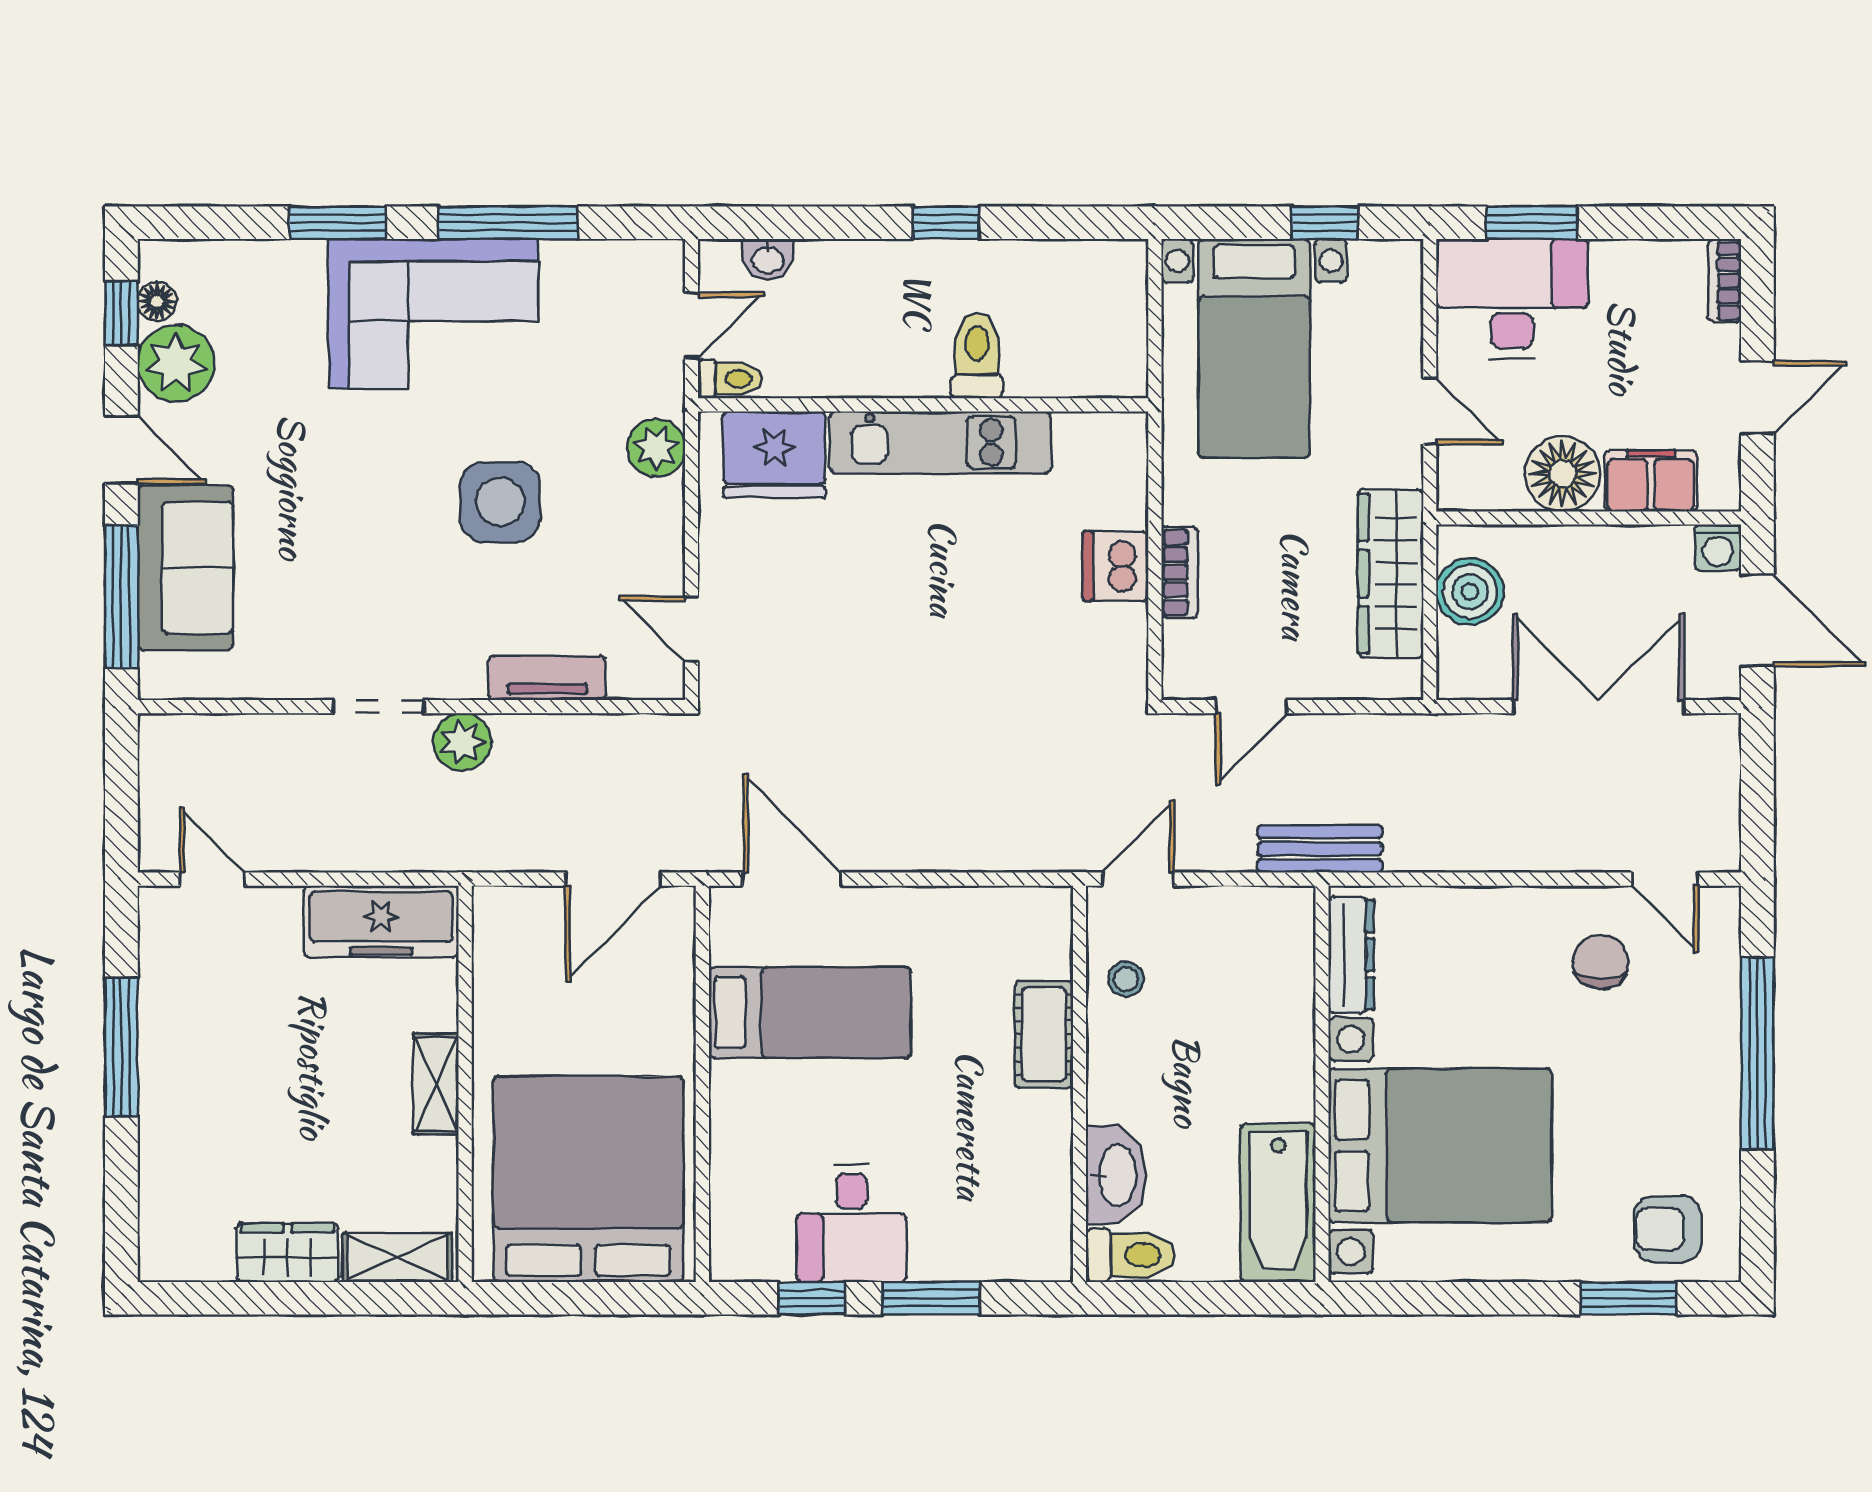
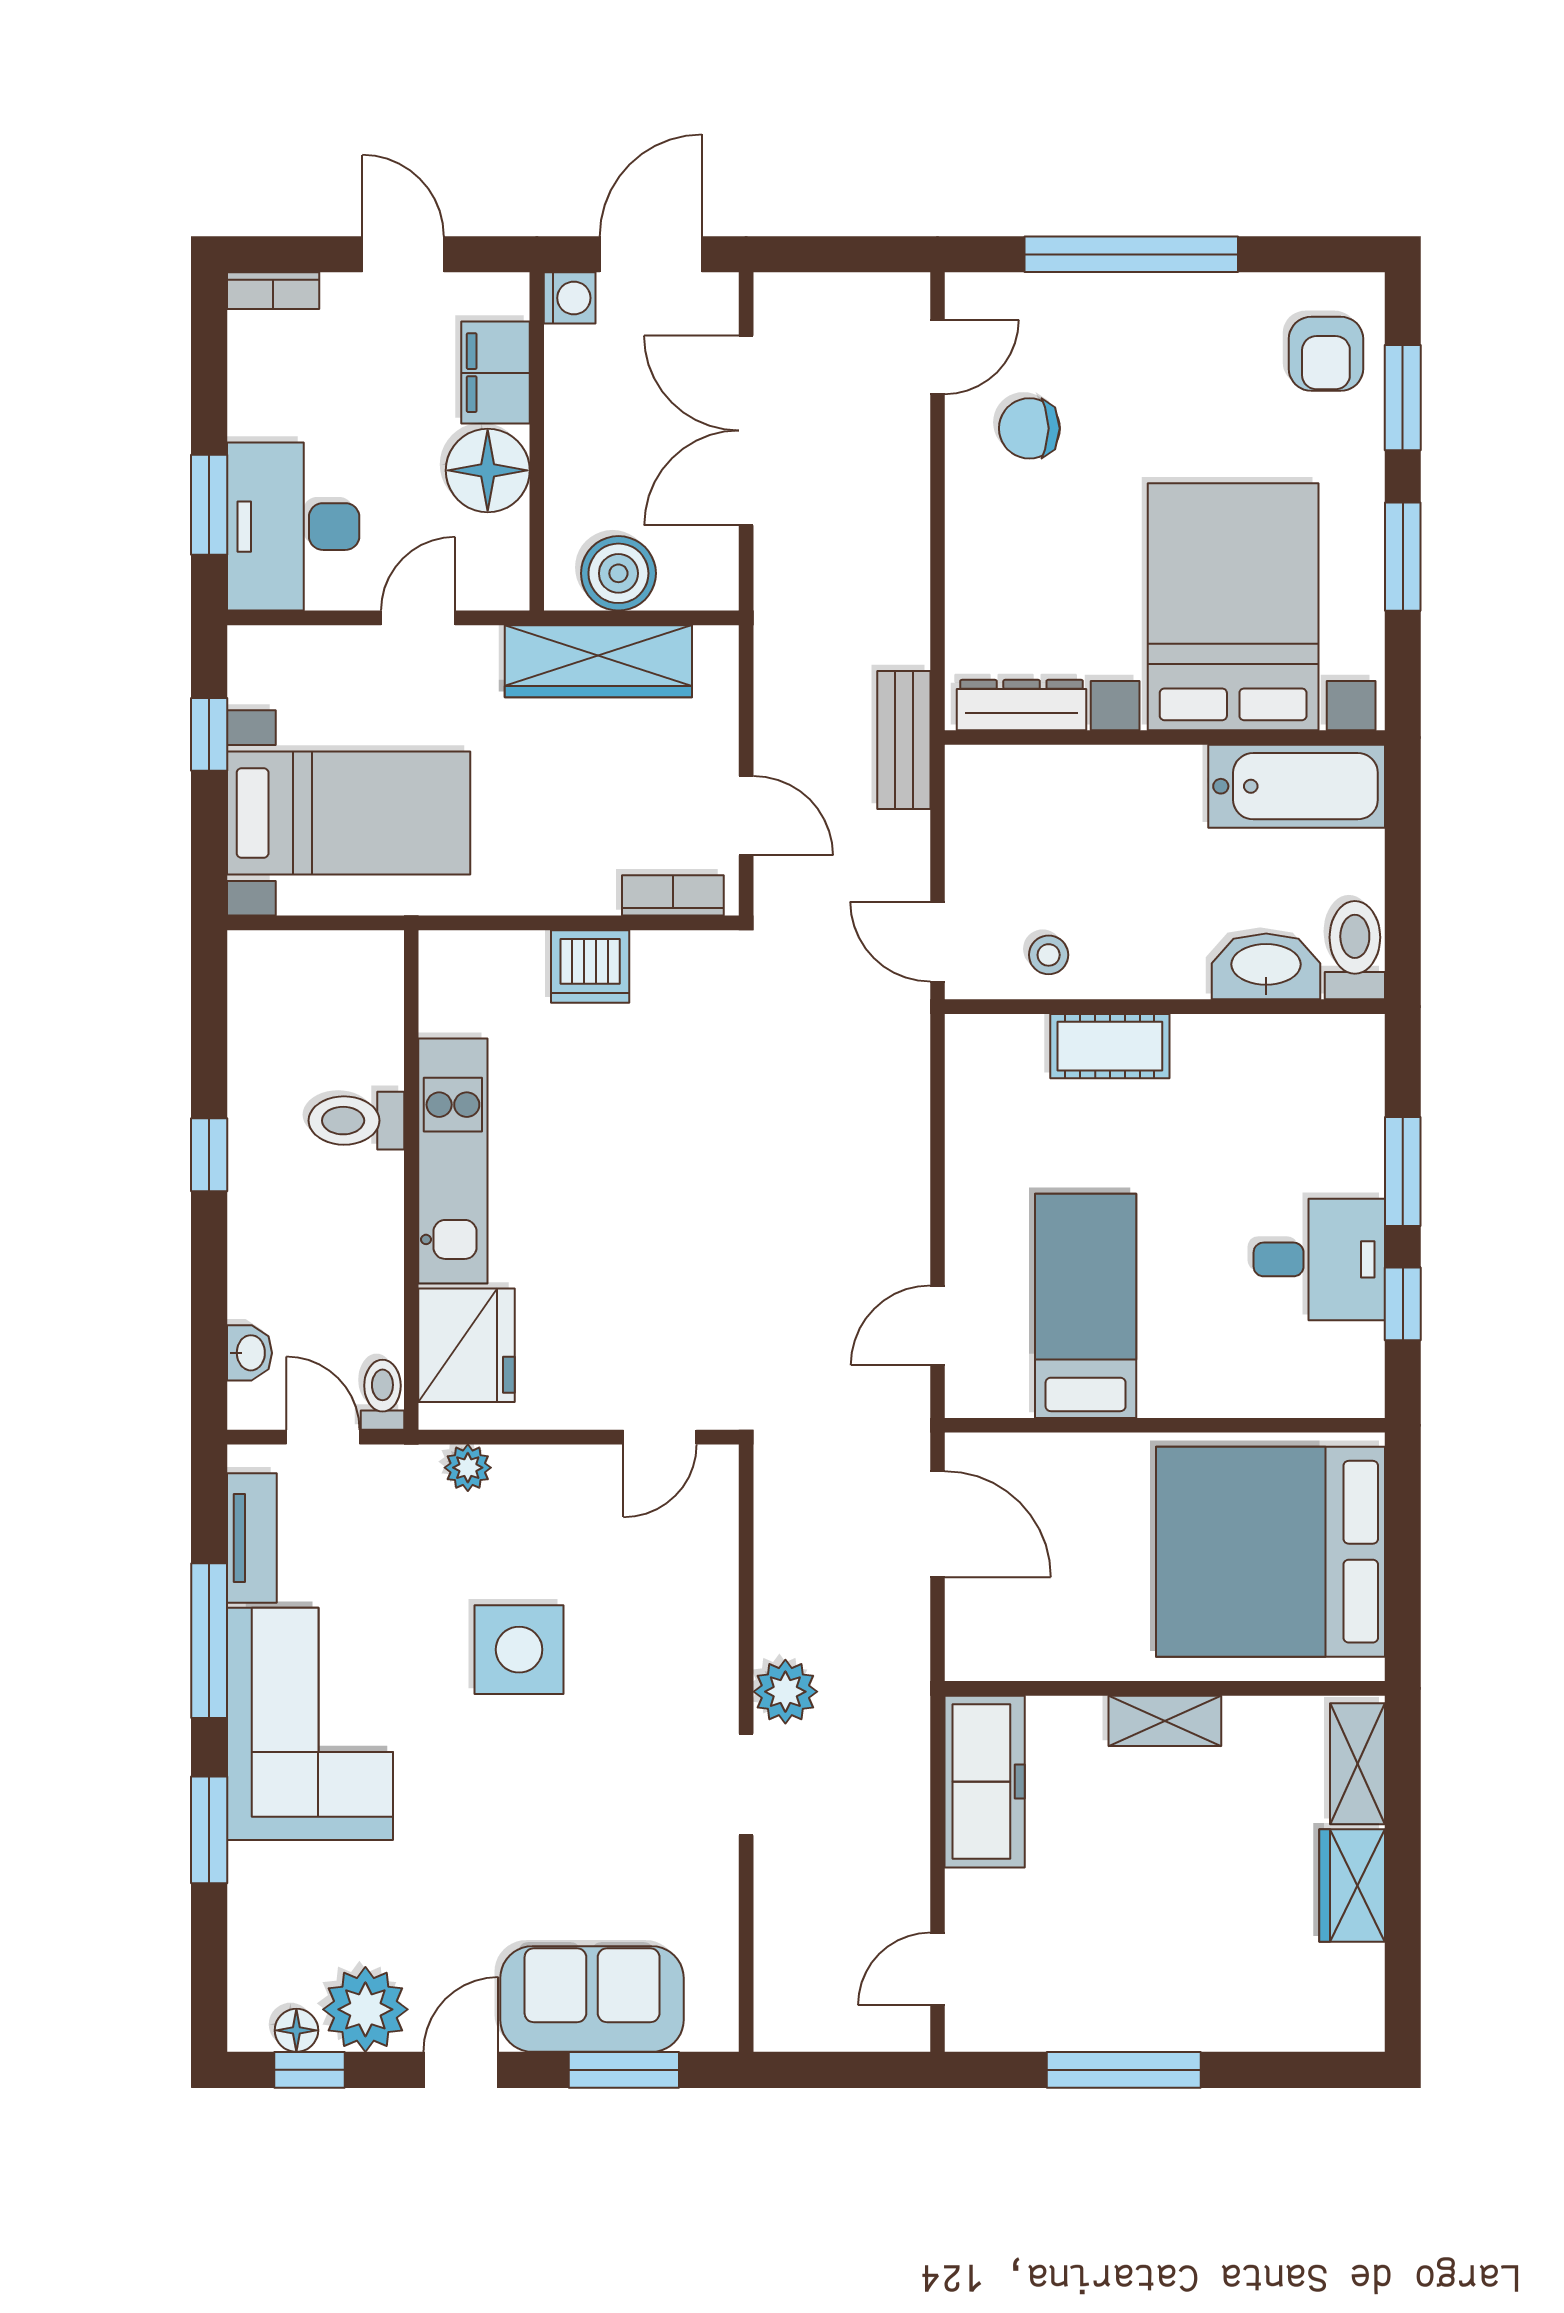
plant: (656, 448) -> (468, 1468), width x0.73, depth x0.73
bookcase: (1180, 572) -> (673, 895), moved
window: (121, 596) -> (624, 2070), width x0.69
tv unit: (547, 678) -> (252, 1538), moved, turned 180
door: (792, 879) -> (937, 1325), width x0.73
window: (1485, 1298) -> (1403, 557), added

